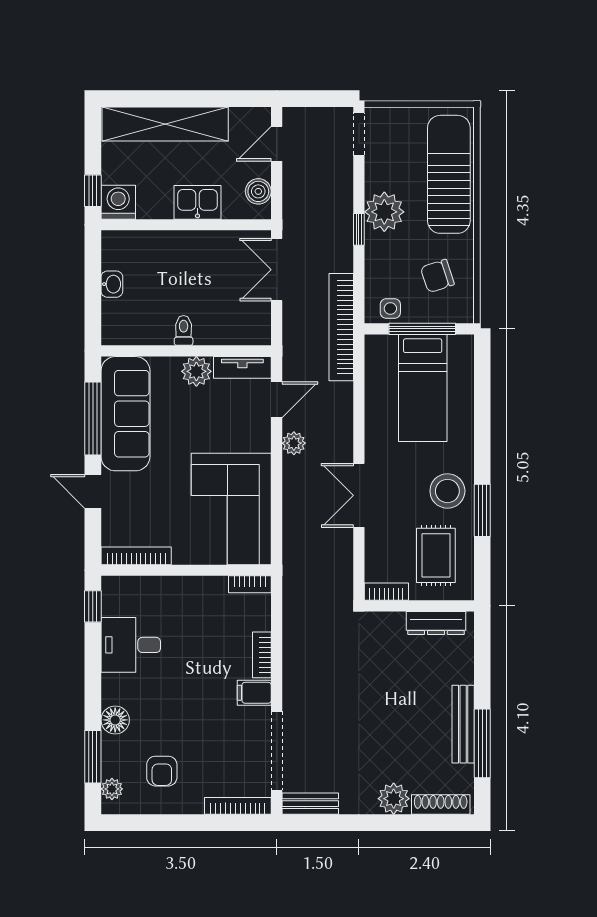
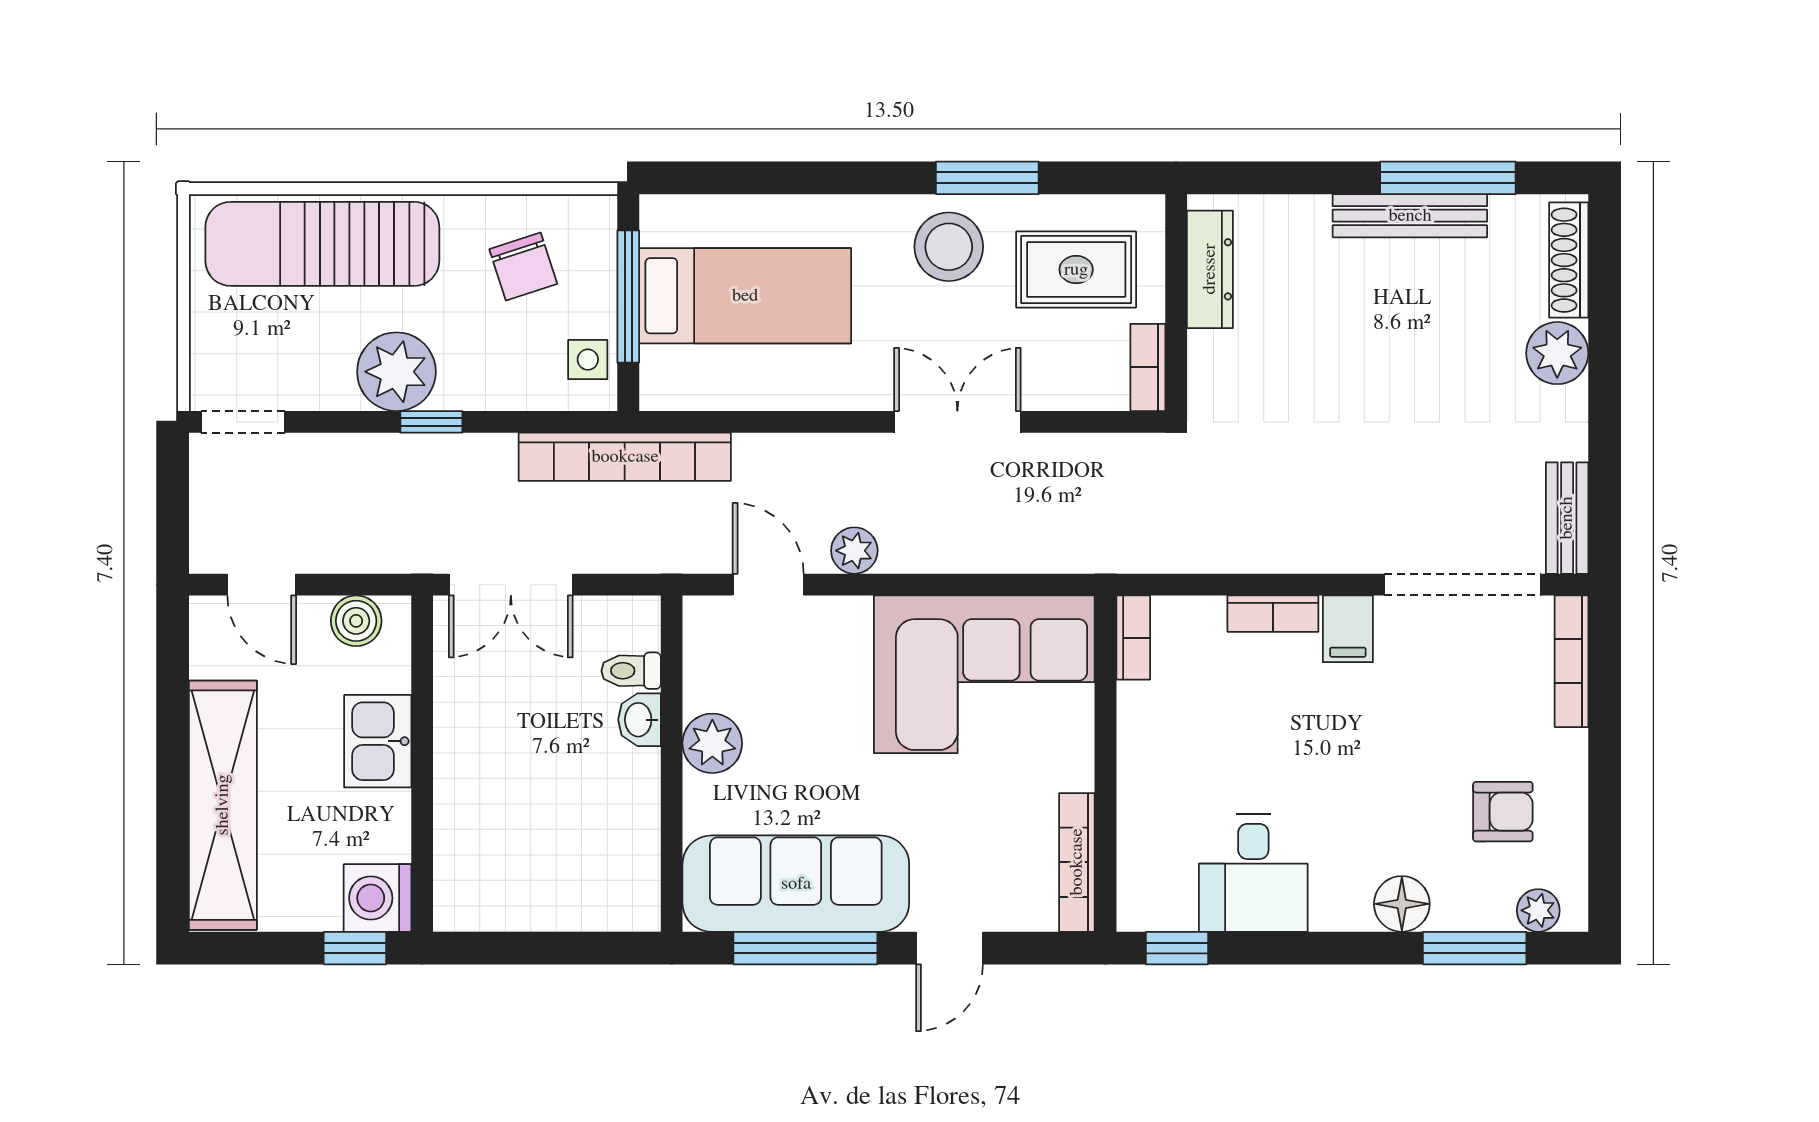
washbasin: (112, 284) -> (639, 720), moved, turned -90
toilet: (184, 330) -> (631, 671), moved
tv unit: (242, 367) -> (704, 652), removed
double door: (359, 495) -> (957, 422), swing flipped

